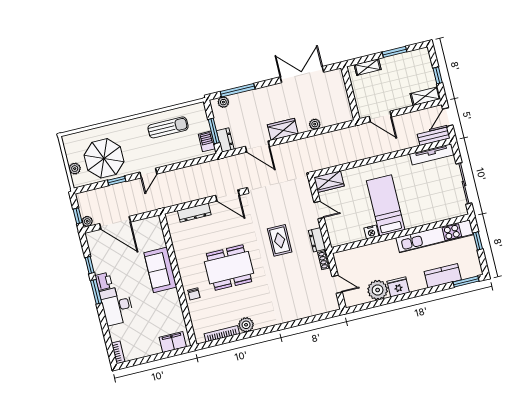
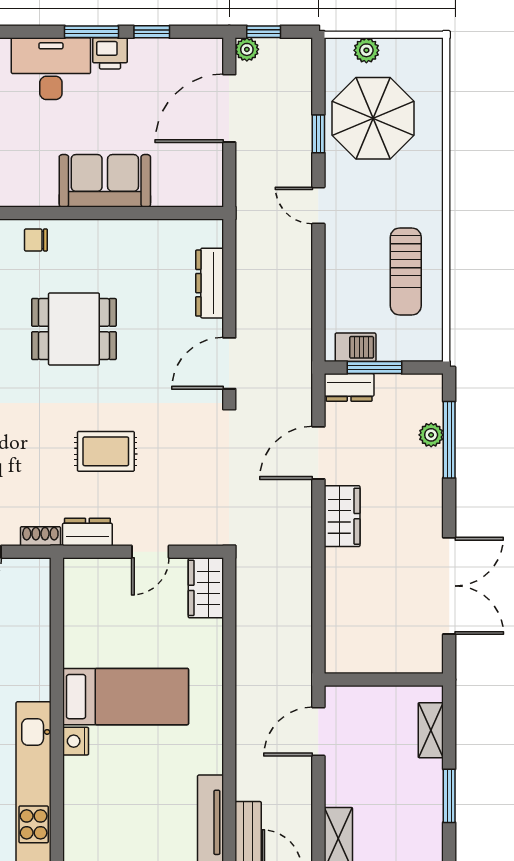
plant: (223, 102) -> (431, 435), moved
plant: (315, 124) -> (336, 587), removed
nightstand: (371, 232) -> (76, 741), moved
dining table: (229, 268) -> (74, 329), width x0.73

